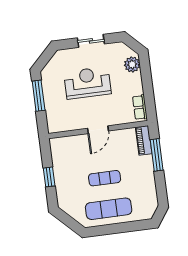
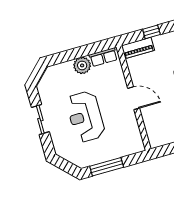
plant: (132, 64) -> (82, 65), moved
window: (157, 155) -> (151, 32), width x0.46

